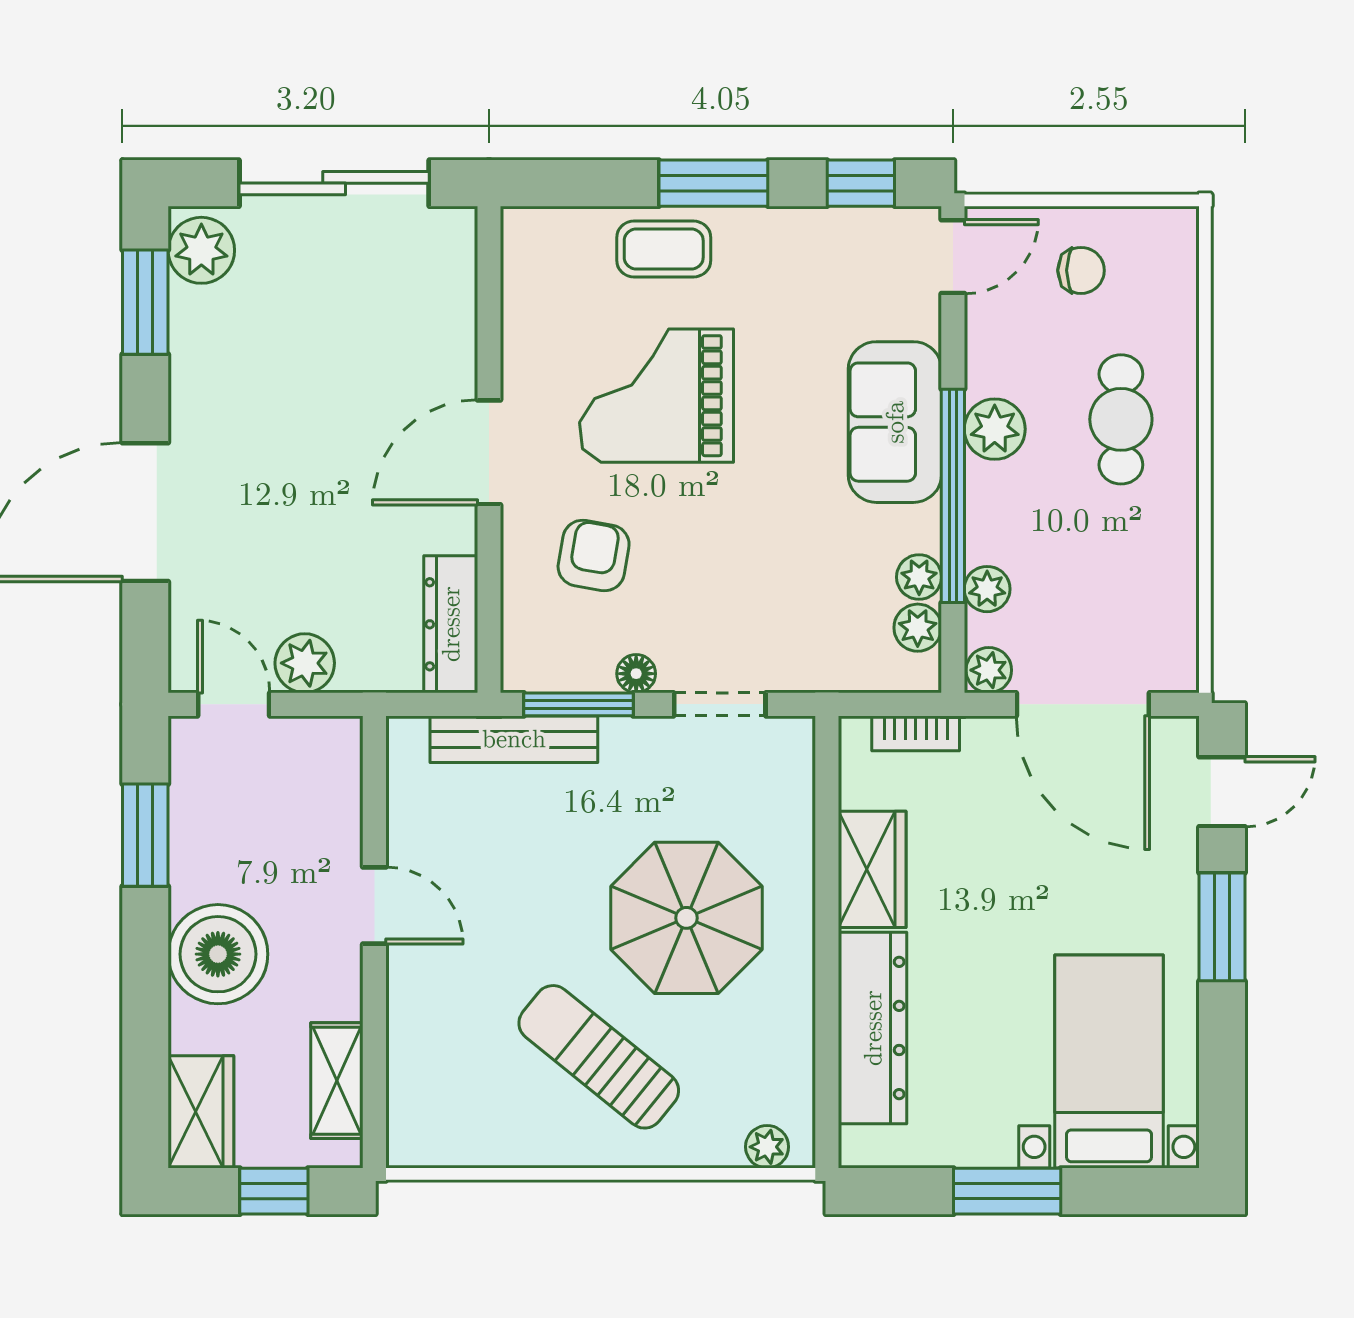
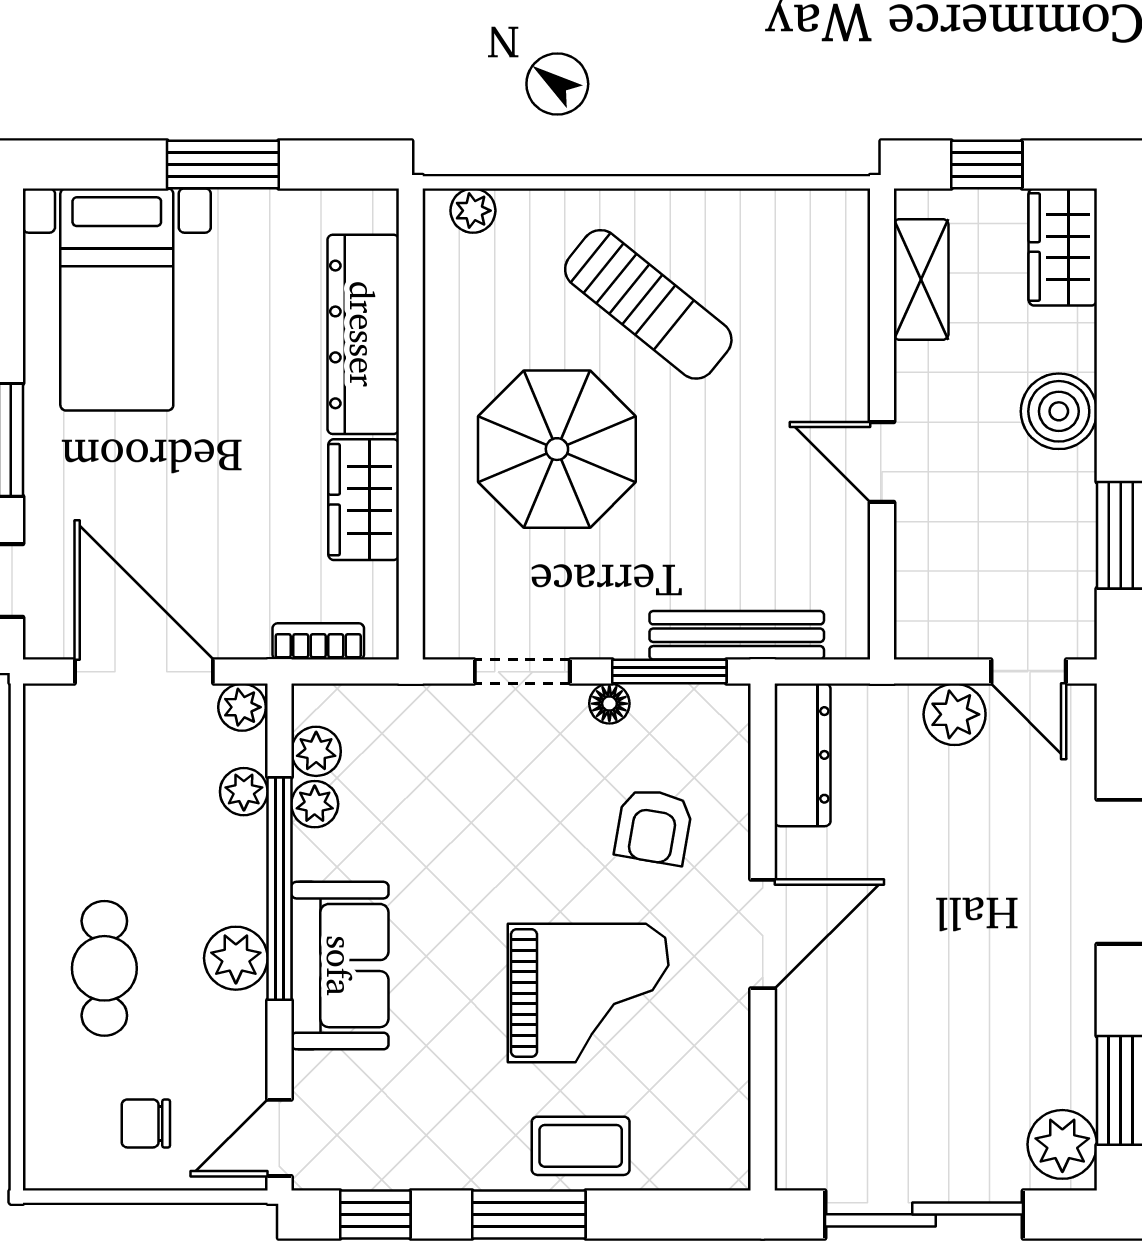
boiler: (218, 954) -> (1059, 411), width x0.73, depth x0.73

